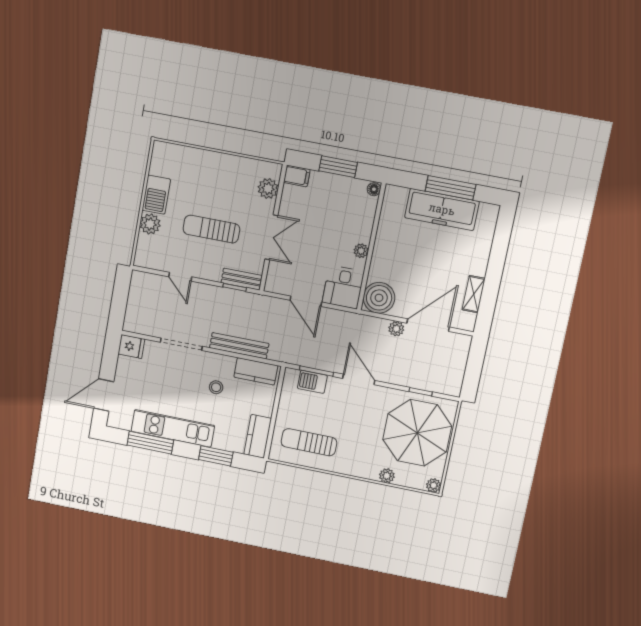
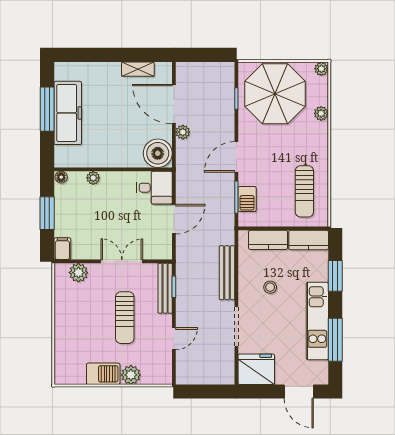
plant: (361, 251) -> (93, 178), moved
bench: (242, 279) -> (165, 288), width x1.36
fridge: (131, 347) -> (256, 369), width x1.88, depth x1.34
kitchen counter: (256, 371) -> (268, 240), moved, turned 90

